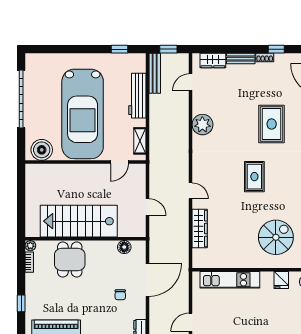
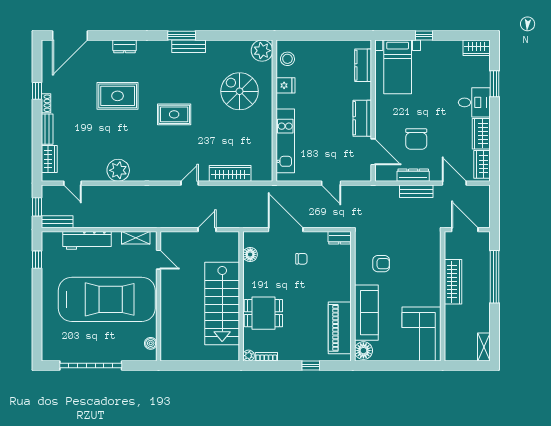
bench: (155, 73) -> (57, 222), width x0.73
boiler: (42, 150) -> (151, 343), width x0.54, depth x0.54

